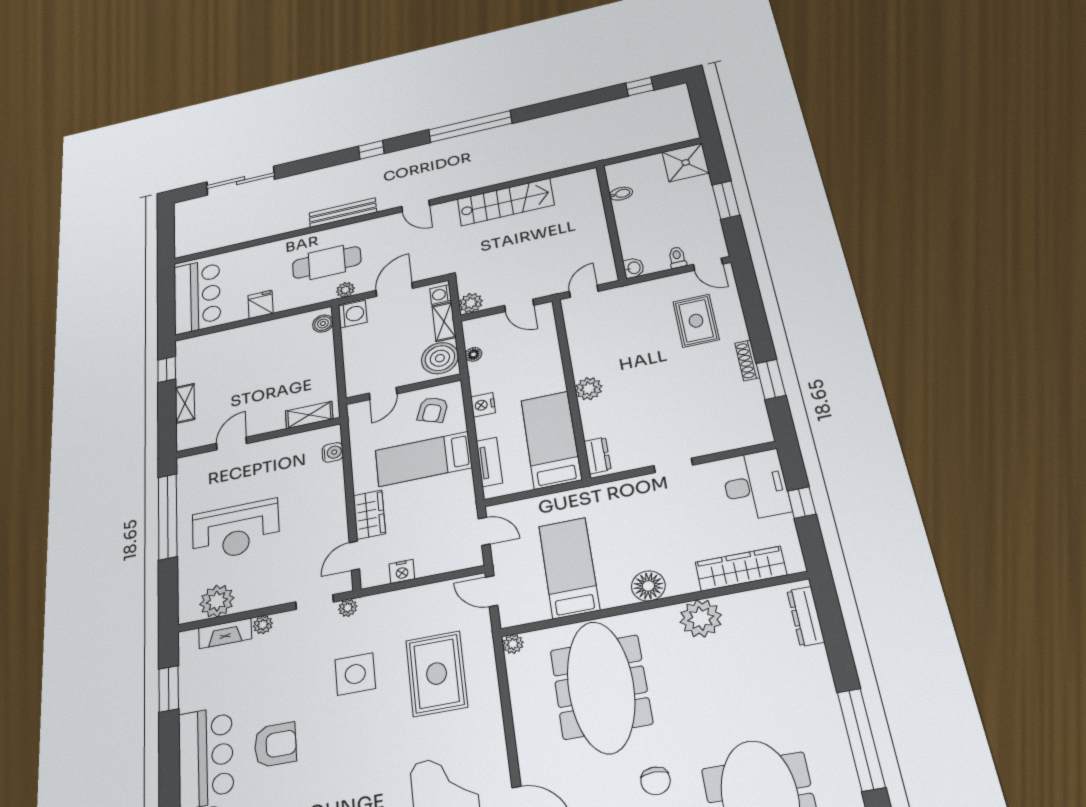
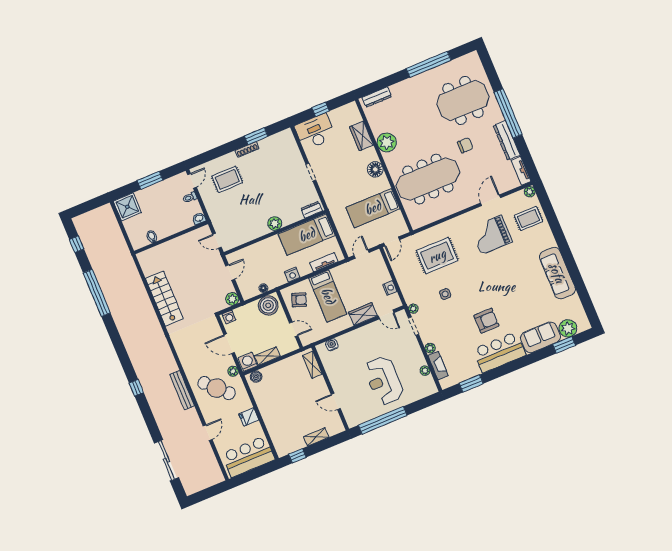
window: (470, 127) -> (97, 293), moved
door: (416, 206) -> (208, 433), moved
cafe table: (327, 262) -> (217, 388), turned -45
shelving: (444, 322) -> (267, 356), moved
reception desk: (236, 530) -> (384, 381), turned 180
wardrobe: (741, 569) -> (361, 136), width x0.67
plant: (217, 601) -> (425, 371), width x0.53, depth x0.53
plant: (513, 644) -> (416, 224), removed
side table: (355, 674) -> (445, 294), width x0.54, depth x0.54
armchair: (275, 745) -> (486, 321), turned 90

